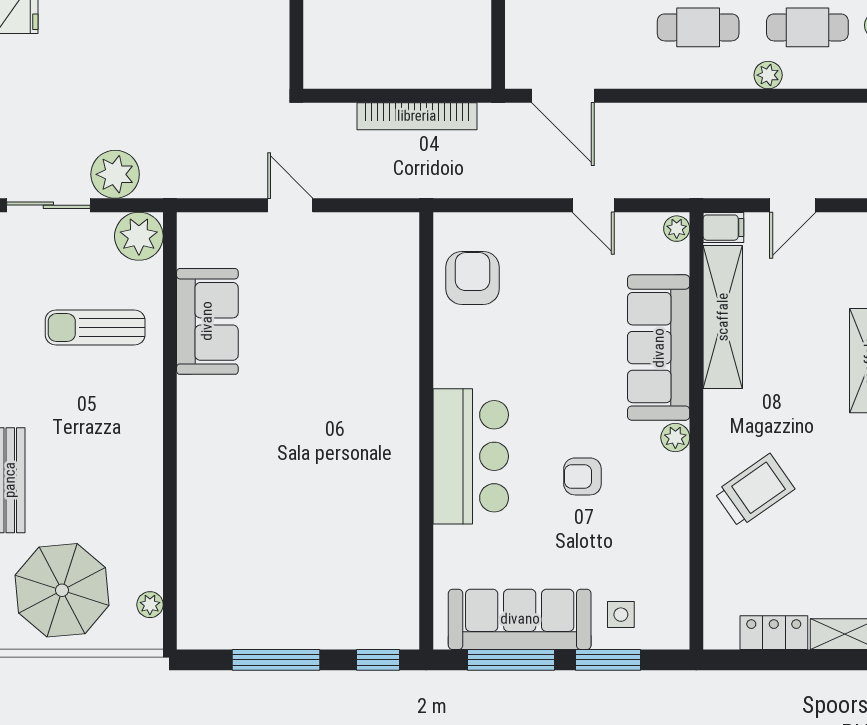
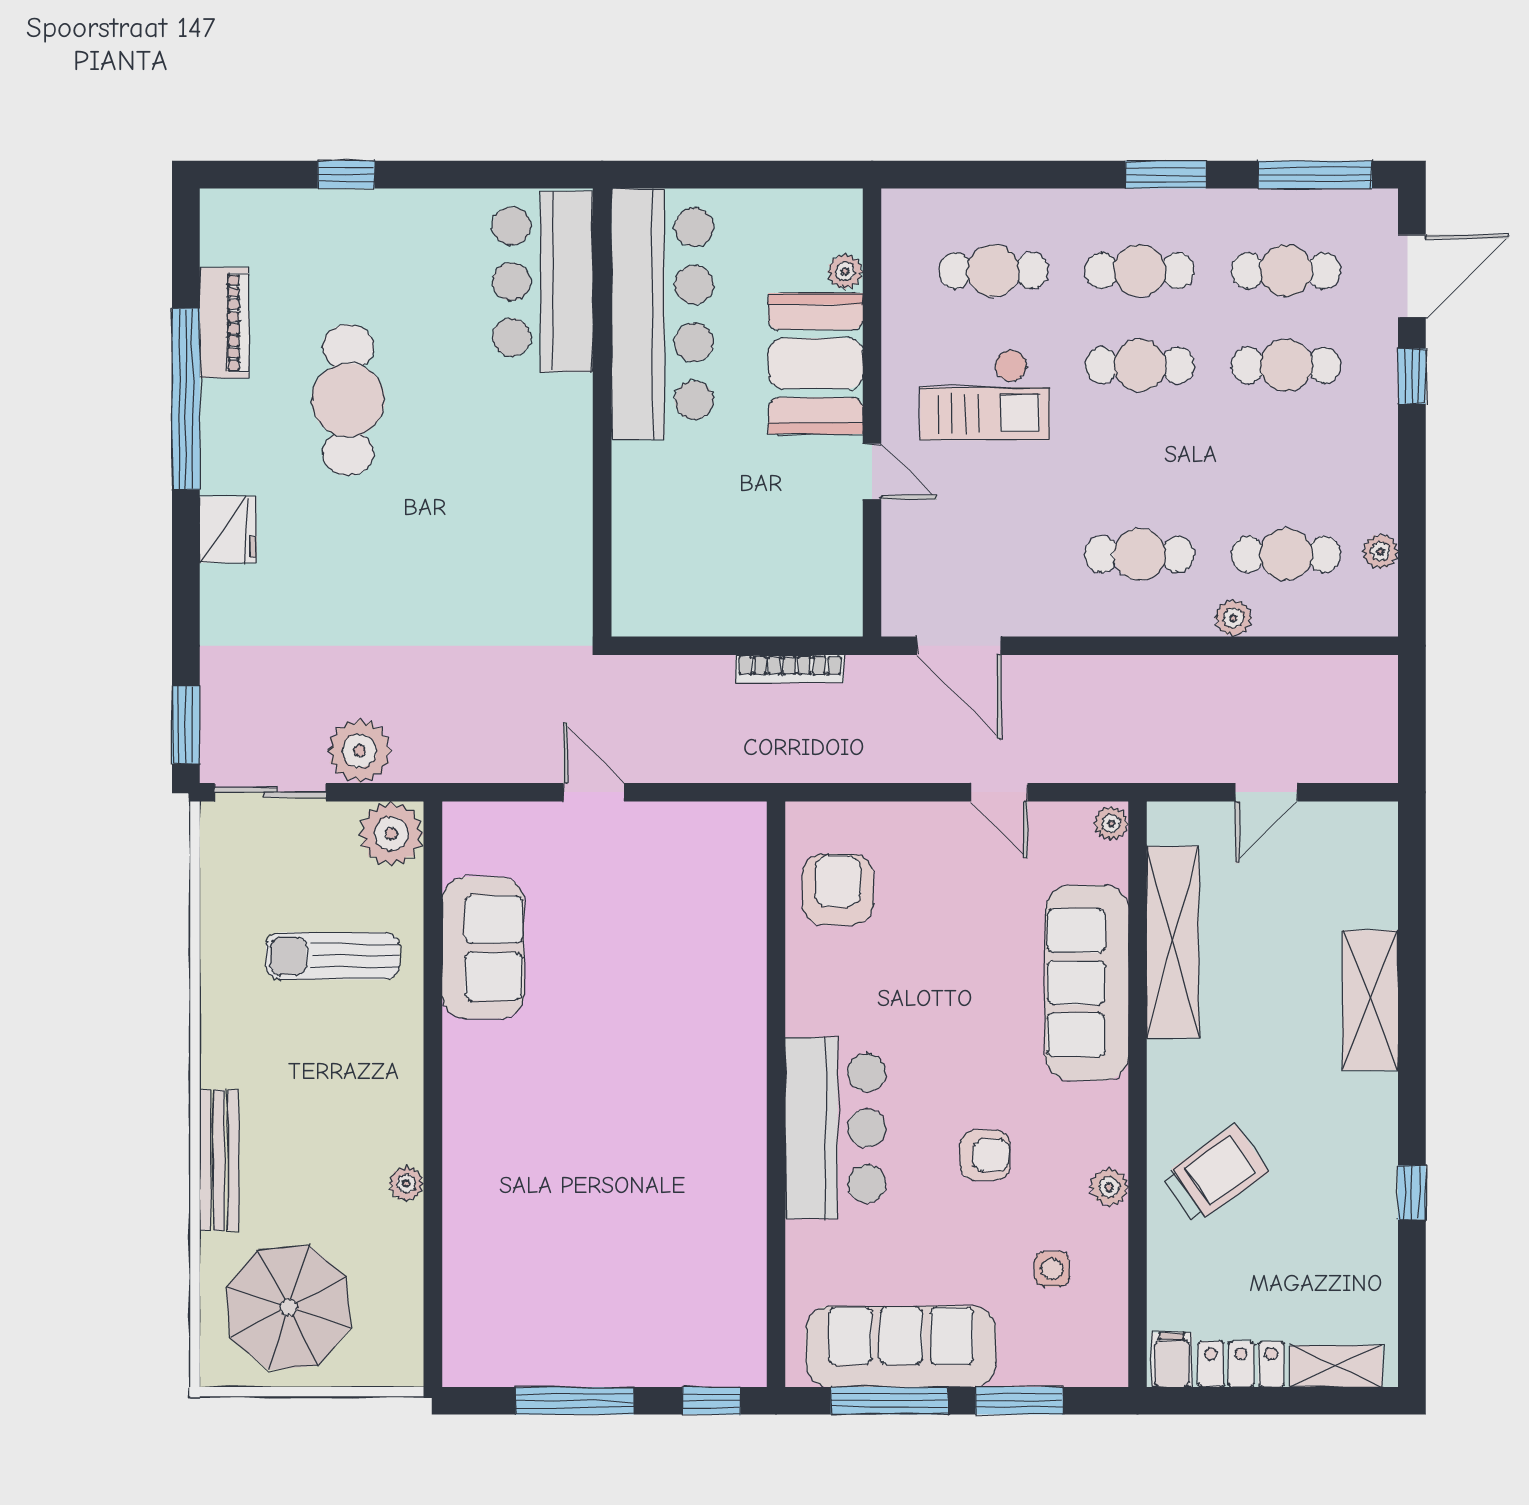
bookcase: (417, 116) -> (790, 669), width x0.68, depth x0.76
filing cabinet: (723, 228) -> (1172, 1360), moved, turned -90
plant: (675, 438) -> (1109, 1187), moved
armchair: (582, 476) -> (985, 1155), turned 180
plant: (150, 605) -> (406, 1184), moved
side table: (621, 615) -> (1052, 1269), moved

